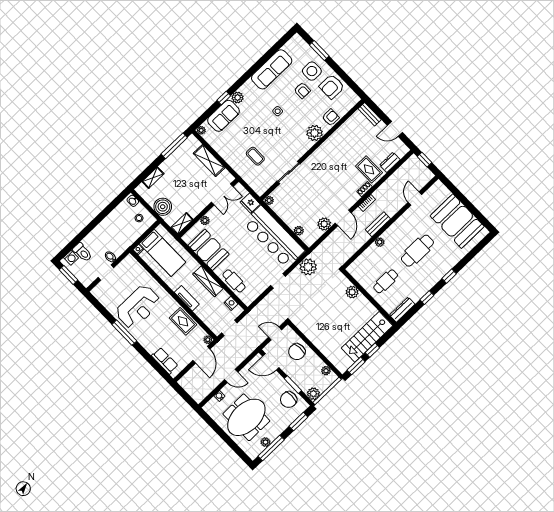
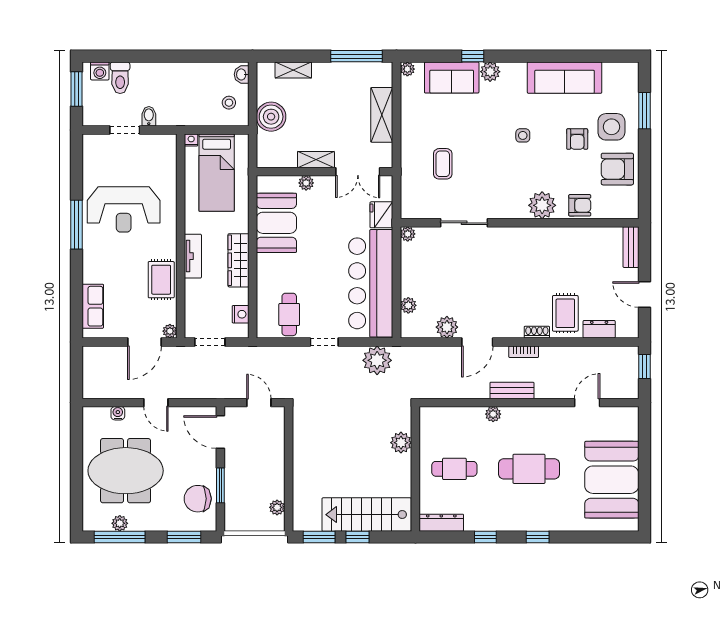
shelving: (182, 223) -> (316, 160), moved
cafe table: (234, 281) -> (289, 314), moved
chair: (297, 352) -> (264, 450), removed
plant: (313, 394) -> (235, 521), removed

